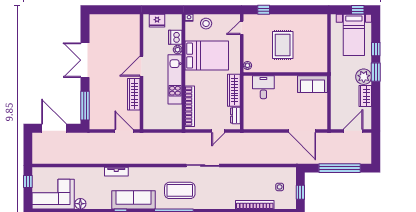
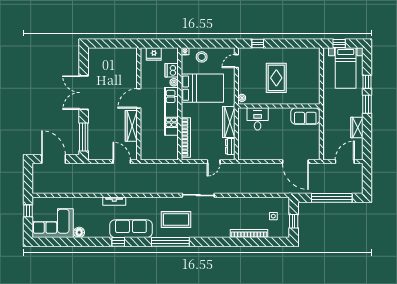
window: (358, 10) -> (339, 44), moved
plant: (364, 77) -> (355, 109), removed

